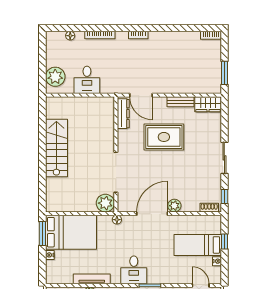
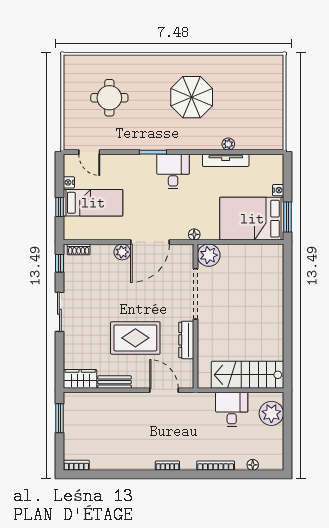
dresser: (123, 114) -> (186, 340), moved
stairs: (56, 148) -> (247, 375), moved, turned 90

